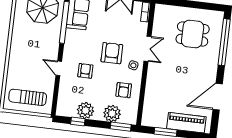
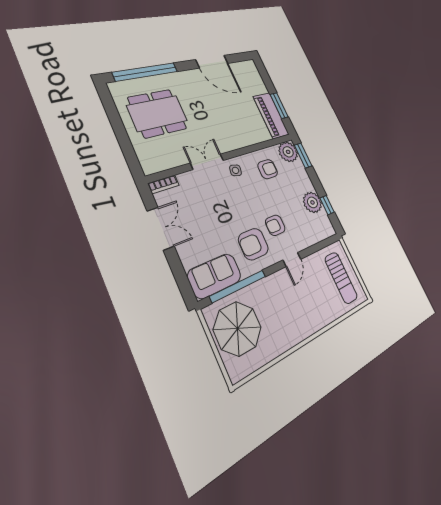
dining table: (193, 34) -> (157, 113), width x1.38
armchair: (112, 53) -> (253, 244), moved
plant: (112, 113) -> (288, 152), moved
piano: (186, 123) -> (271, 116), moved

